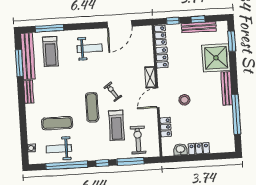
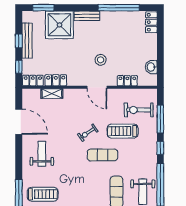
shelving: (150, 77) -> (52, 94), moved
bench: (227, 88) -> (87, 16), width x0.73
treadmill: (116, 125) -> (123, 131), turned 180
locker: (199, 148) -> (151, 22), moved

